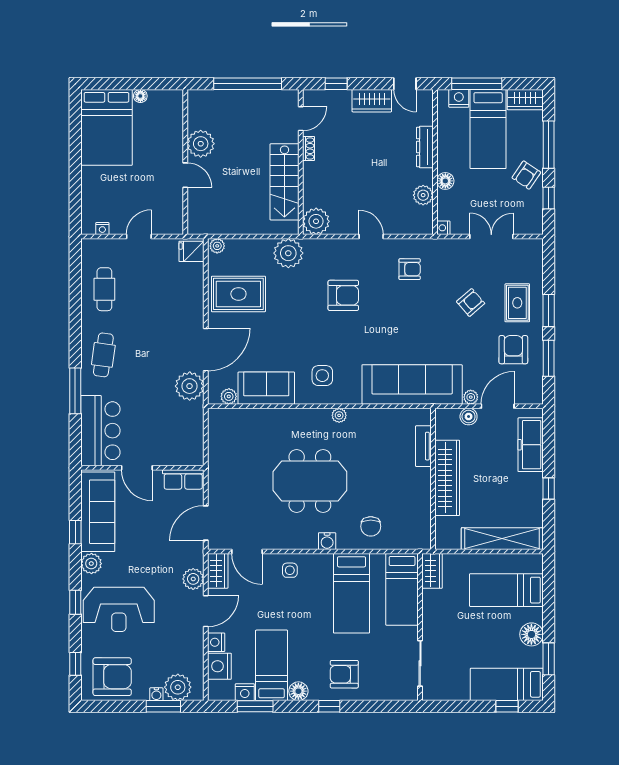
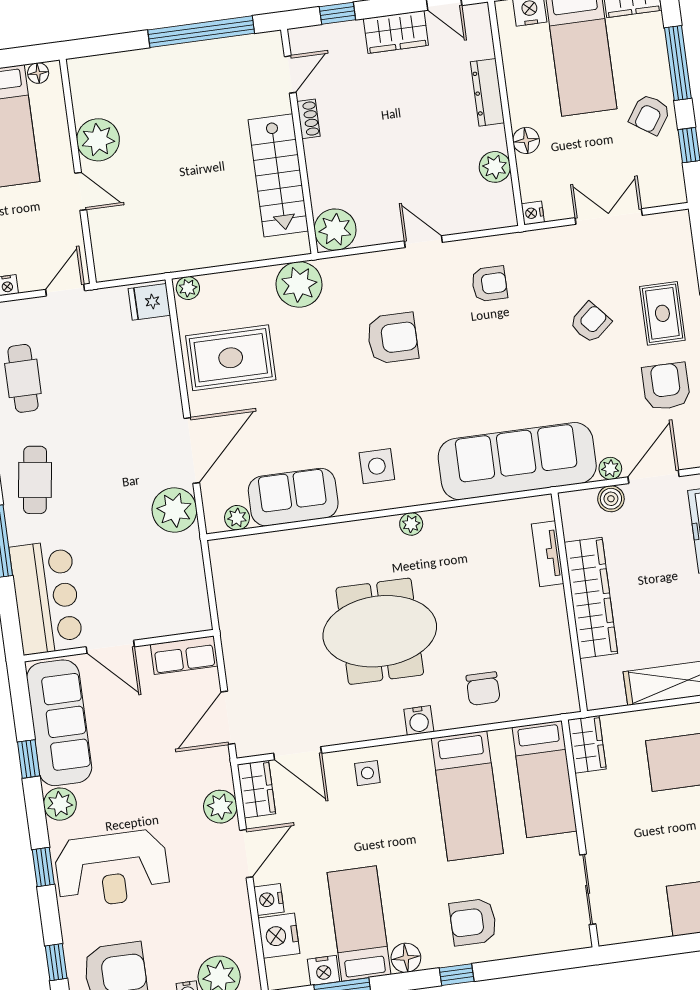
plant: (201, 144) -> (98, 140), moved
wall: (185, 162) -> (78, 171), moved
door: (185, 175) -> (81, 191), moved

